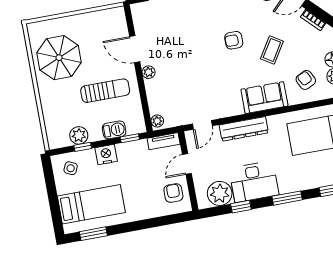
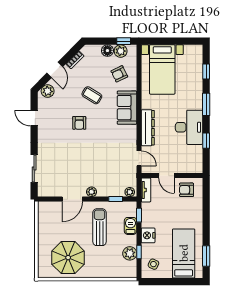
window: (145, 105) -> (116, 199), added
plant: (220, 193) -> (193, 155), removed

